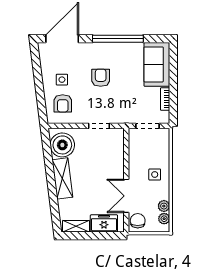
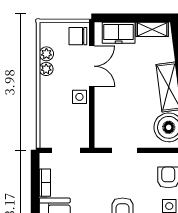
side table: (155, 174) -> (79, 97), moved
plant: (164, 219) -> (46, 69), moved
chair: (138, 221) -> (78, 36), turned 90

